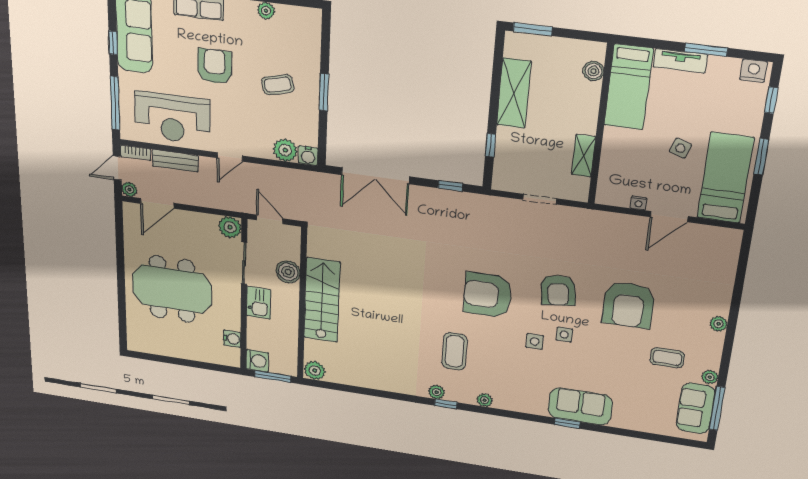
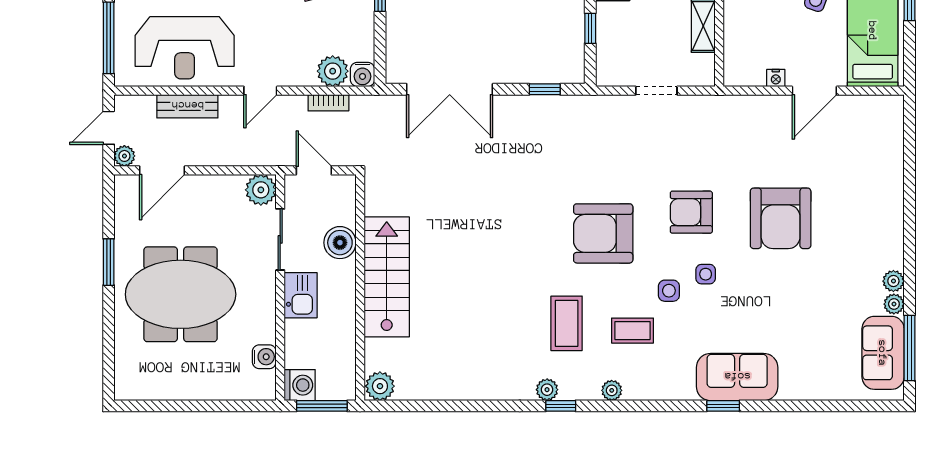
bookcase: (136, 153) -> (328, 103), moved
window: (120, 260) -> (109, 262), added
armchair: (558, 290) -> (691, 212), turned 97
plant: (719, 324) -> (893, 281), moved
coffee table: (667, 358) -> (632, 331), moved

